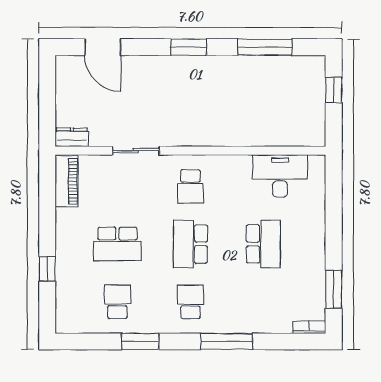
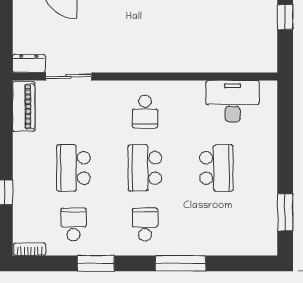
sliding door: (136, 151) -> (69, 76), moved
school desk: (117, 244) -> (73, 168), turned 90
bookcase: (309, 327) -> (30, 249), moved

